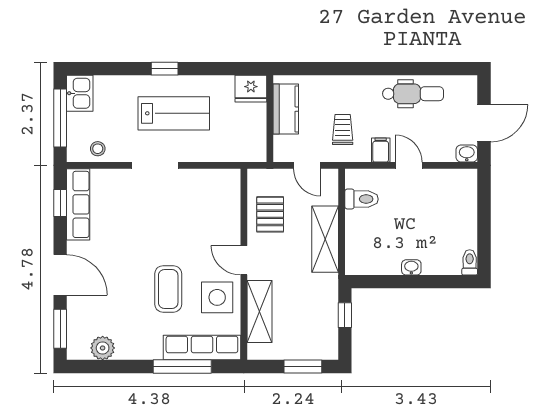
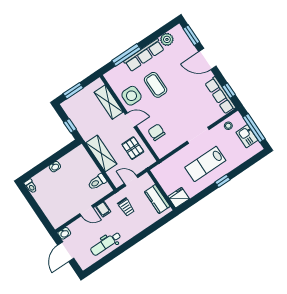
kitchen sink: (80, 93) -> (247, 136), moved
chair: (217, 214) -> (156, 132), added
row of seats: (202, 348) -> (144, 55), moved

